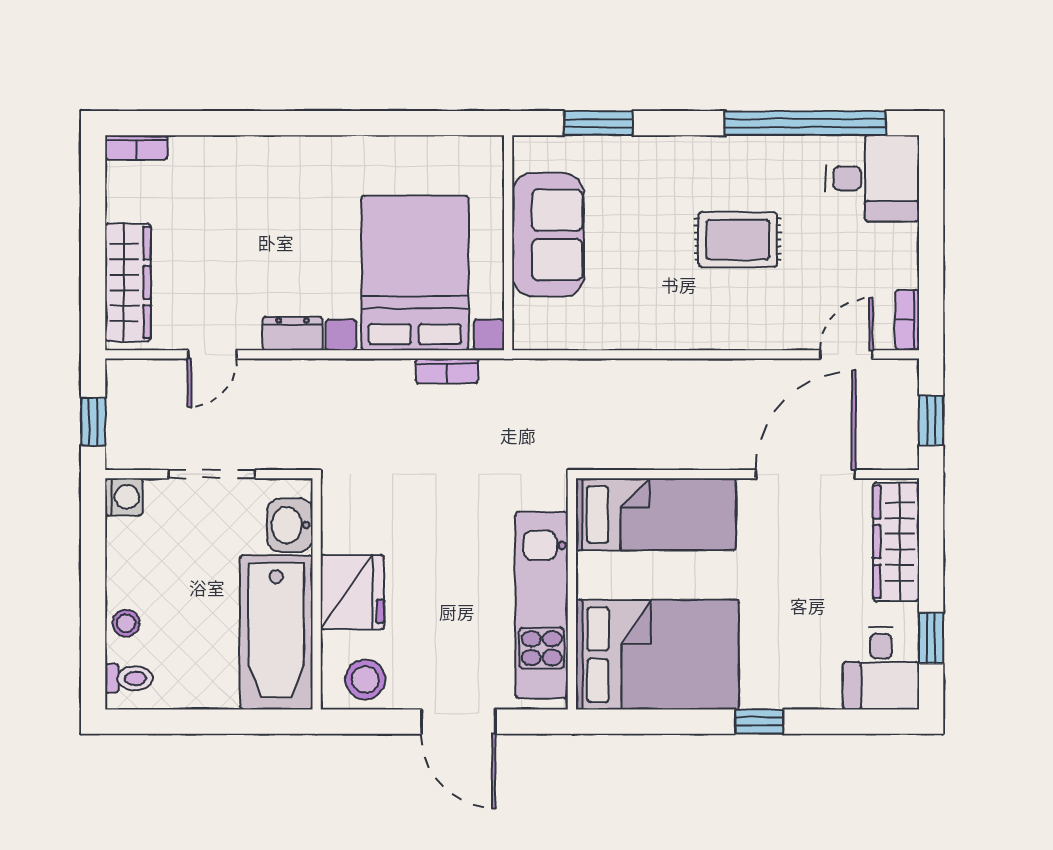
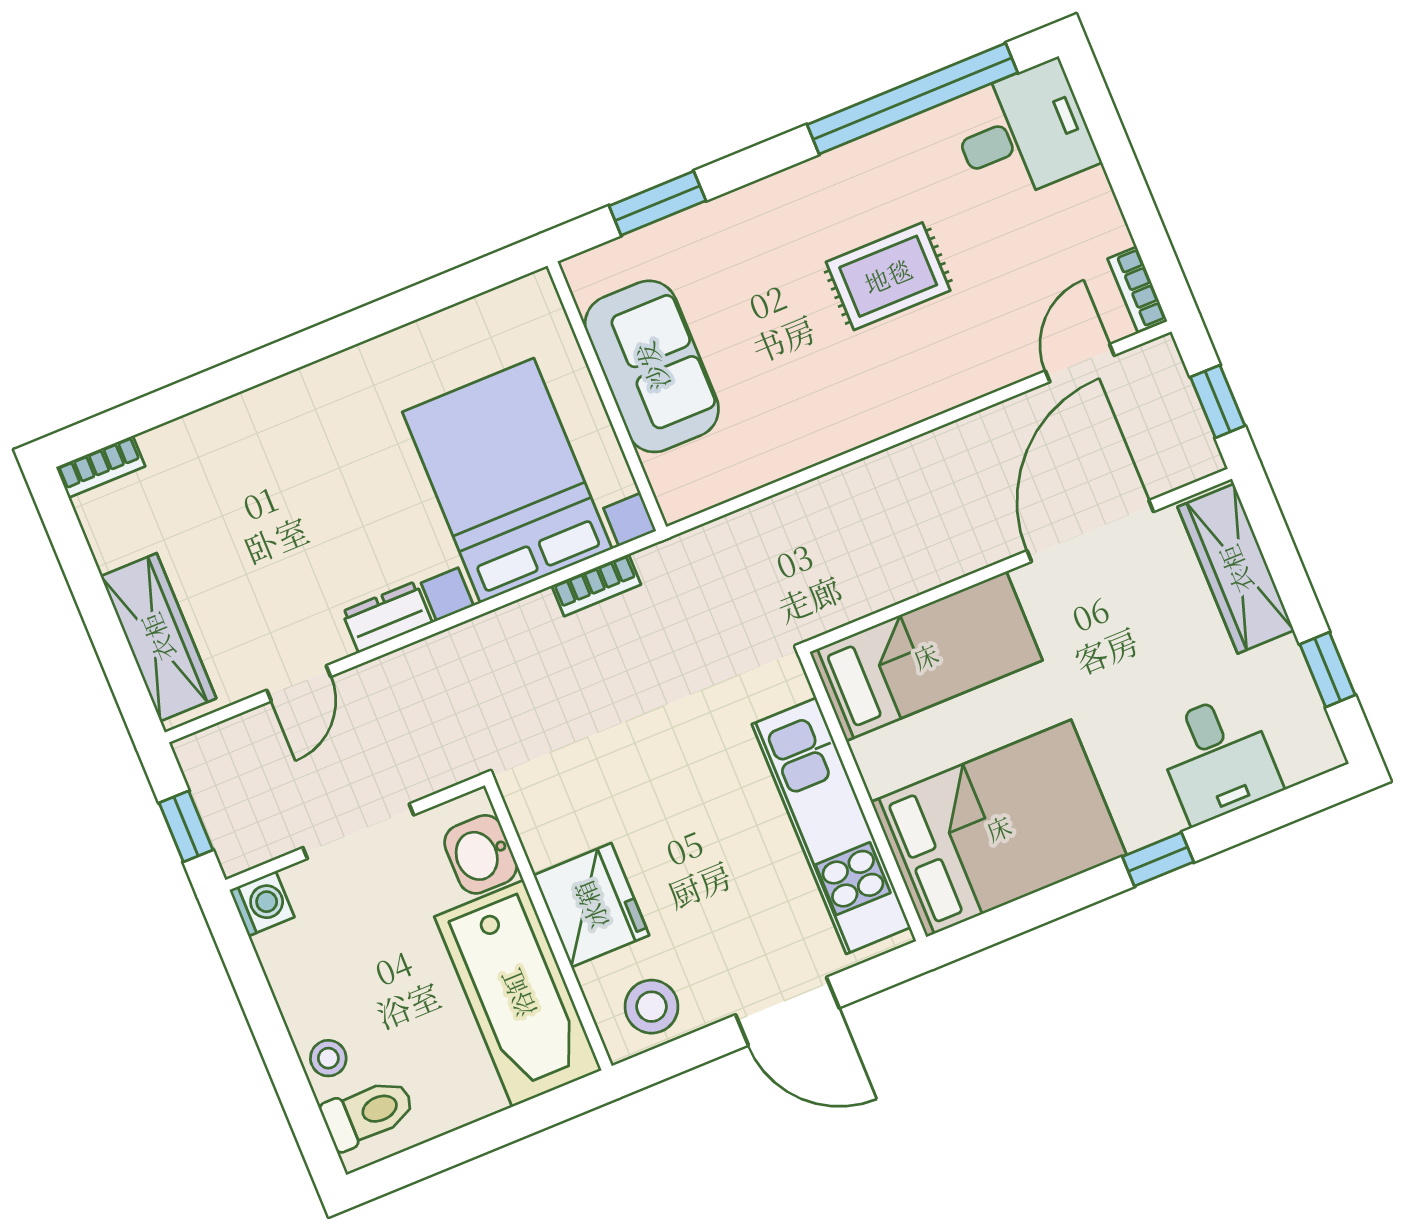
desk: (881, 668) -> (1218, 758), moved
toilet: (129, 678) -> (368, 1113), width x1.37, depth x1.39

